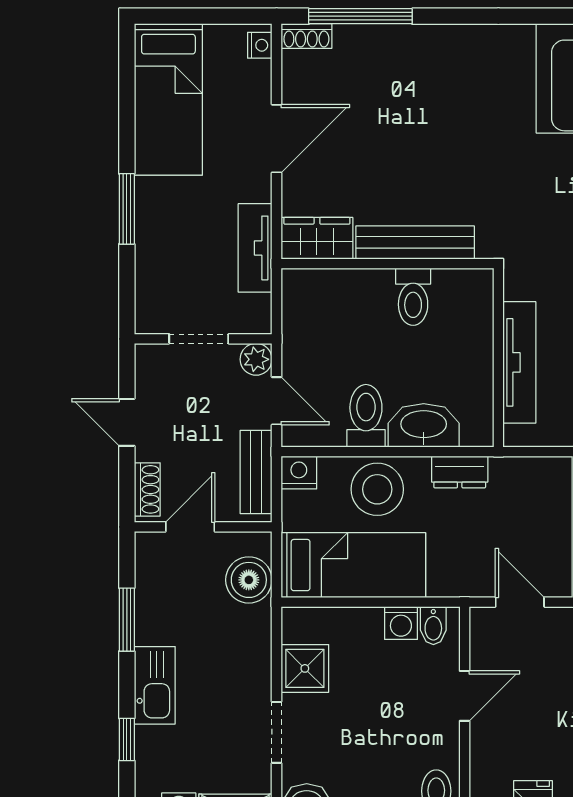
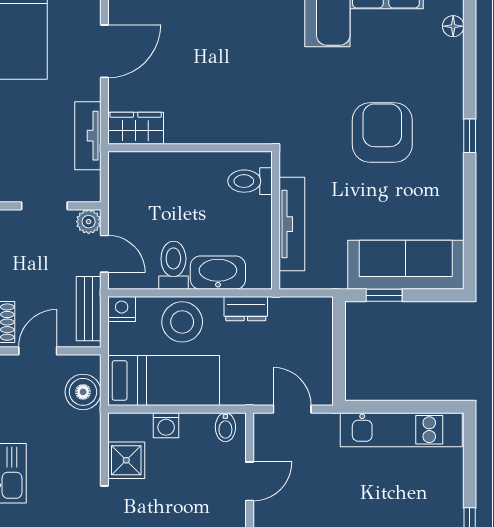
bench: (415, 243) -> (211, 131), removed
toilet: (413, 297) -> (250, 181), moved, turned 90
washing machine: (401, 623) -> (166, 425), moved

